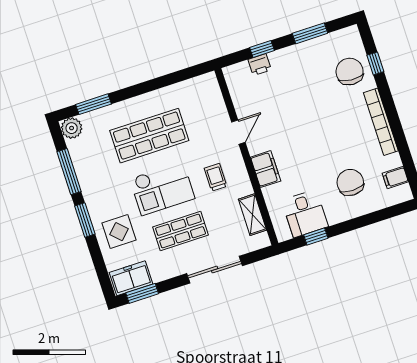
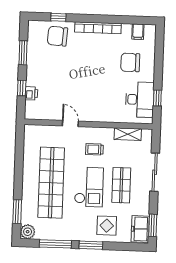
shop shelf: (149, 136) -> (51, 183), width x1.40
filing cabinet: (266, 169) -> (101, 115), removed
desk: (305, 214) -> (140, 100), width x1.37

